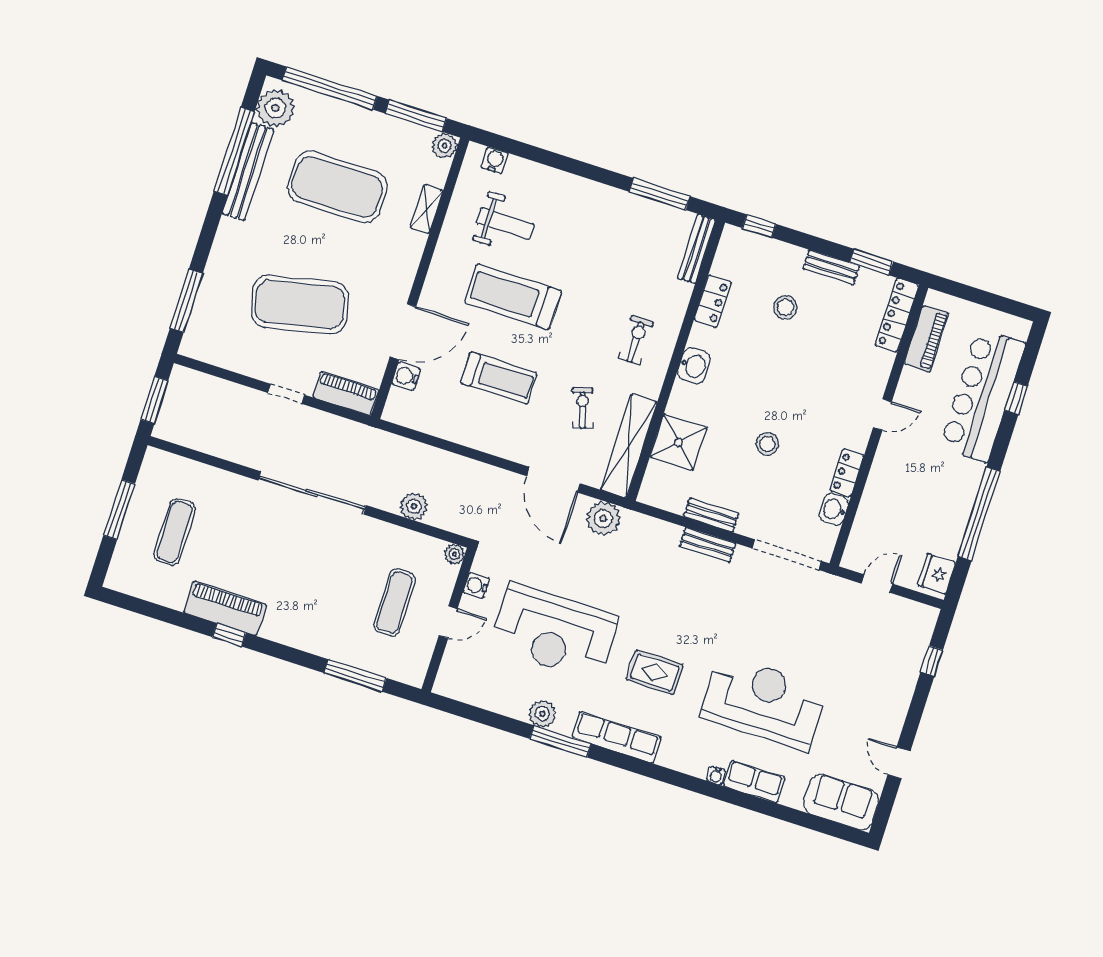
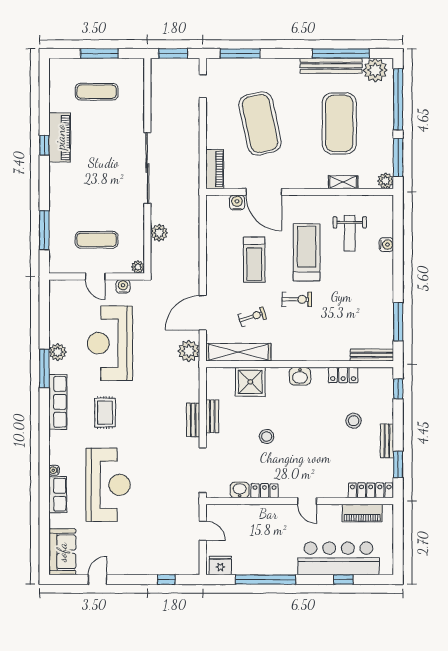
water cooler: (495, 160) -> (386, 245), moved
exercise bike: (636, 340) -> (297, 299), moved
doorway: (286, 394) -> (203, 86), moved

